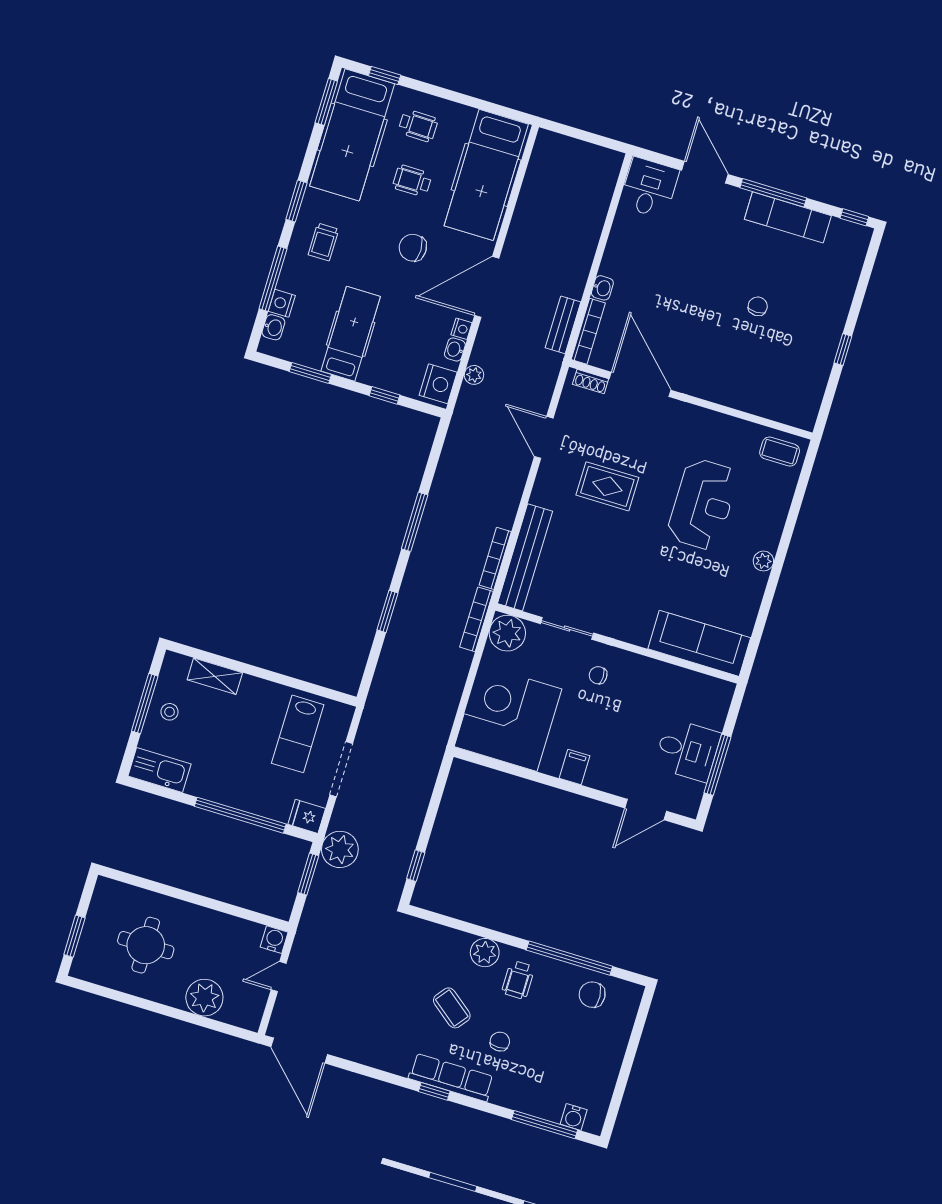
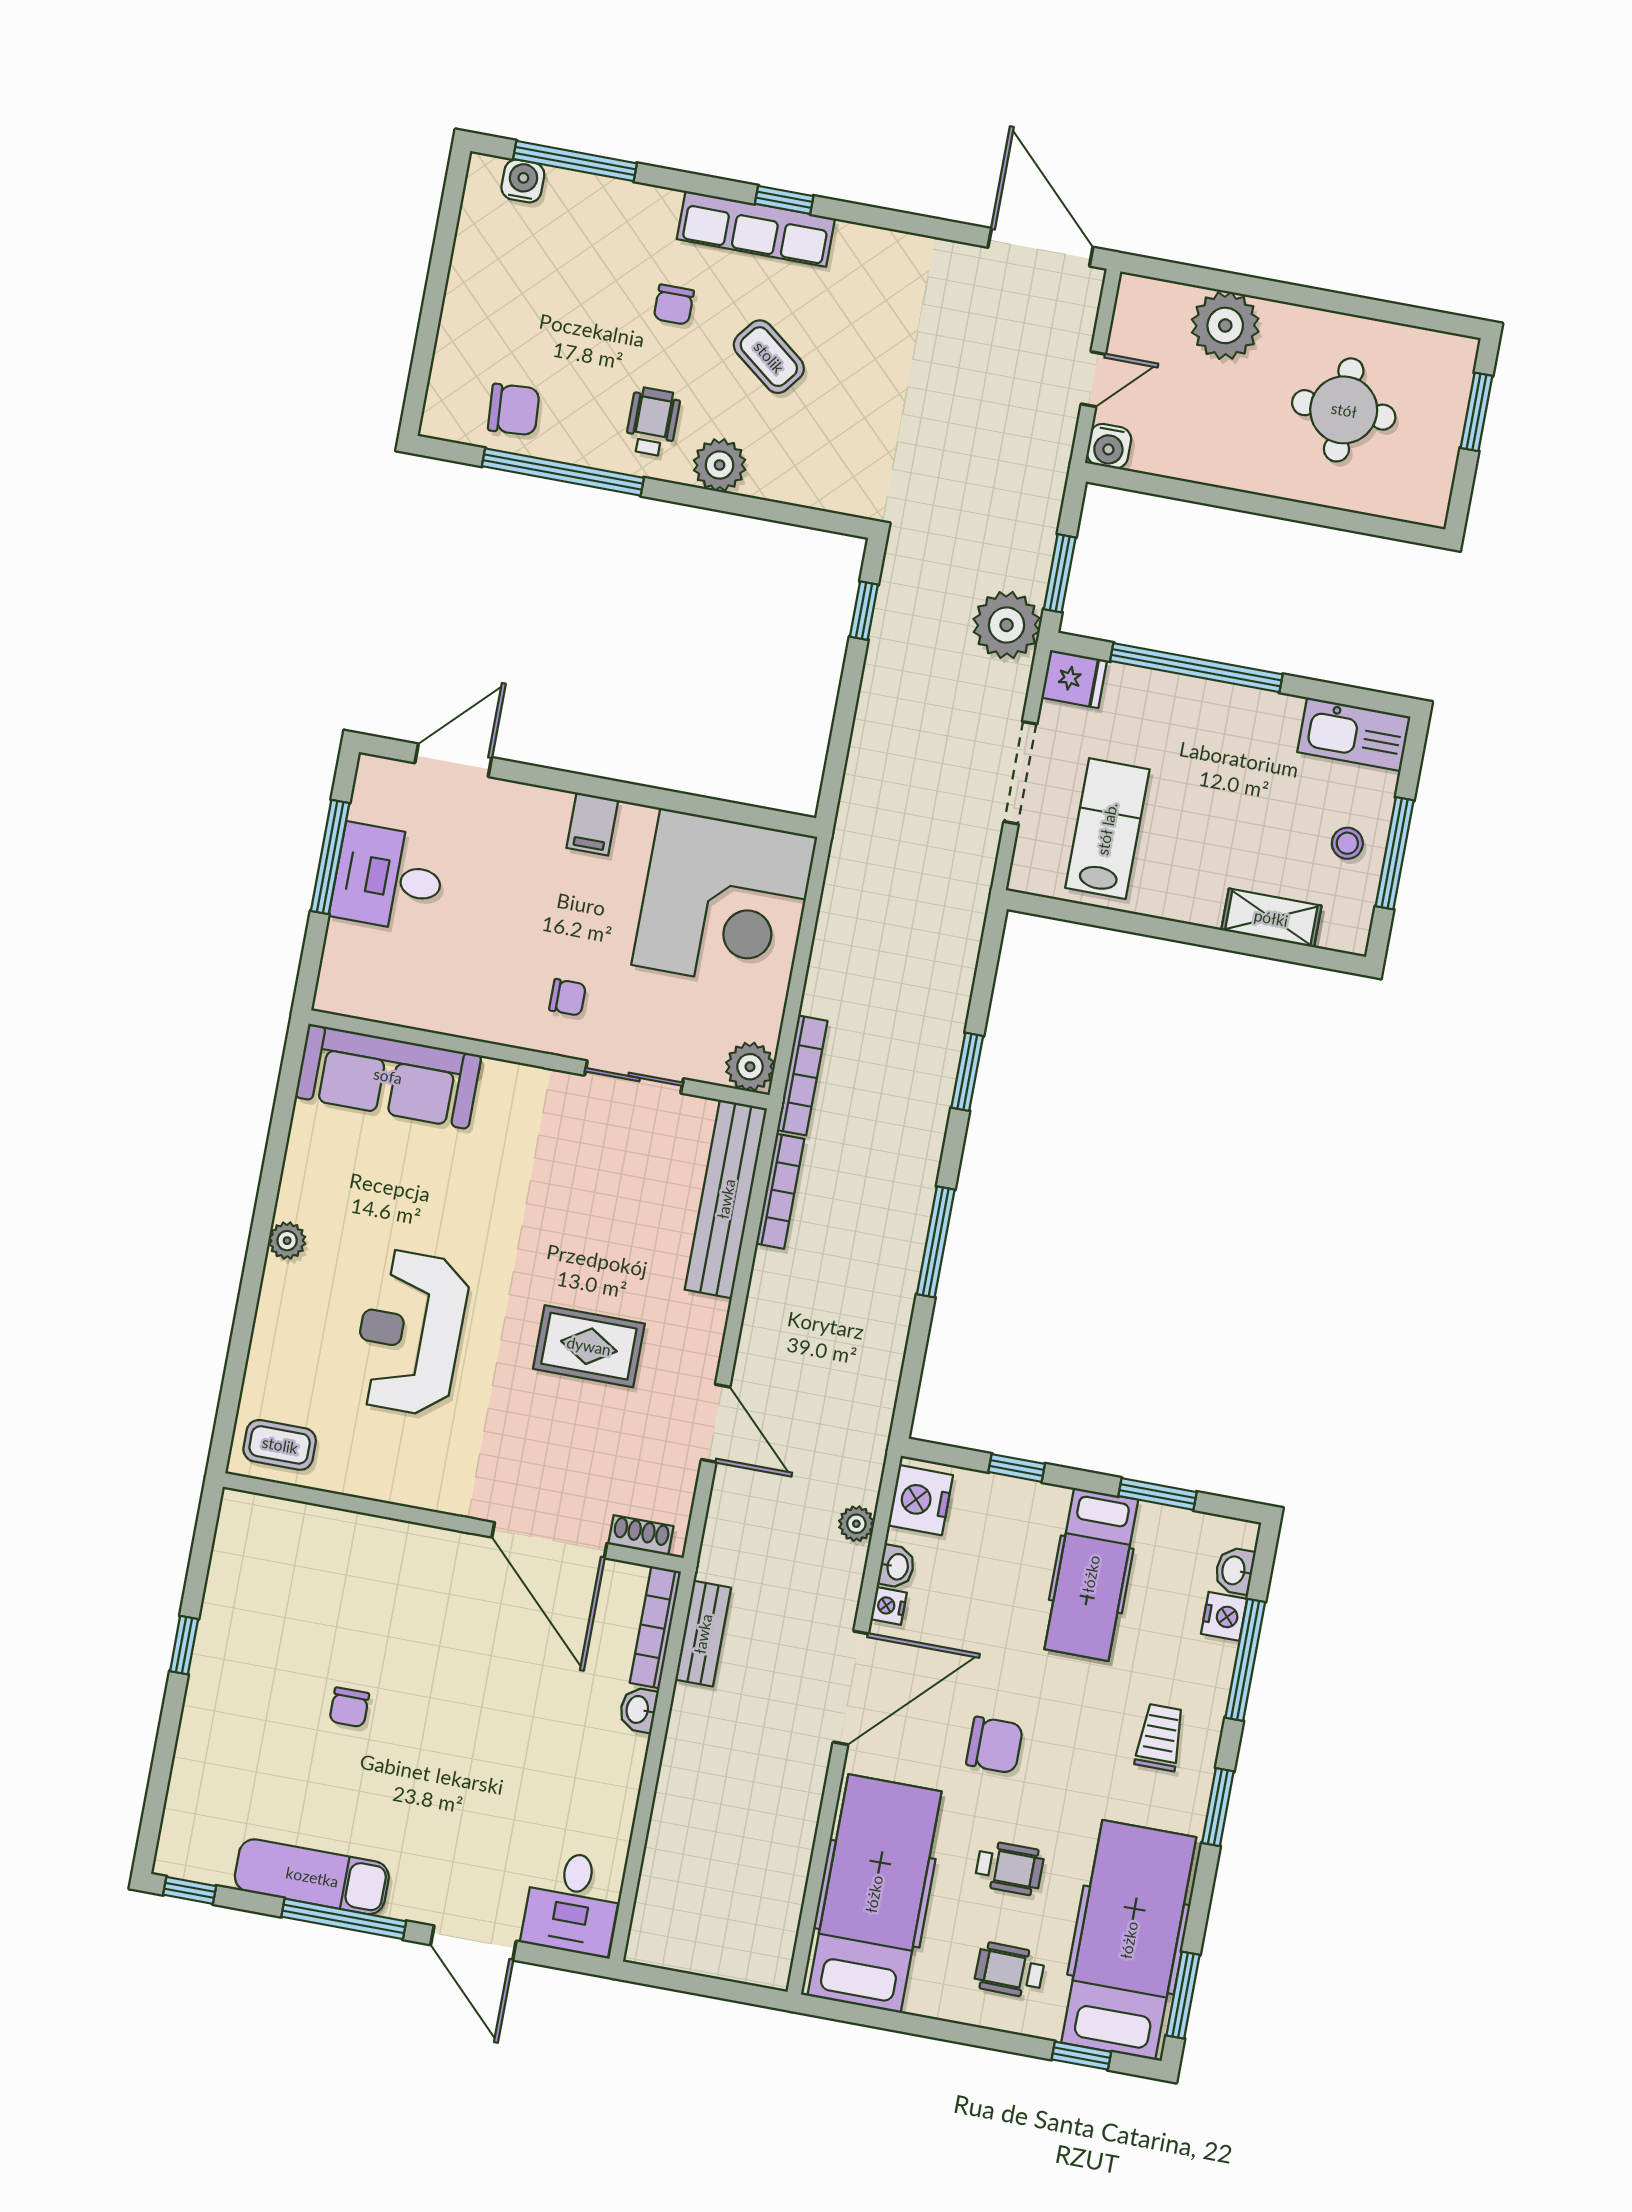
plant: (507, 633) -> (750, 1067), width x0.73, depth x0.73

